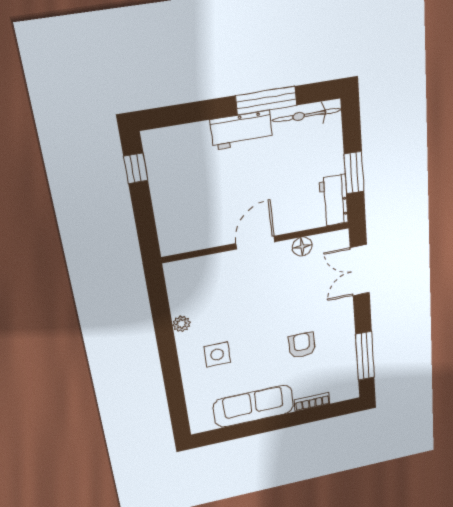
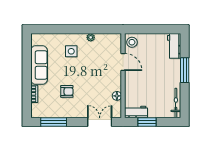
window: (266, 101) -> (185, 70), moved
workbench: (241, 130) -> (174, 46), moved
window: (136, 168) -> (165, 29), removed
stool: (179, 238) -> (132, 42), added
door: (255, 243) -> (123, 62), moved

